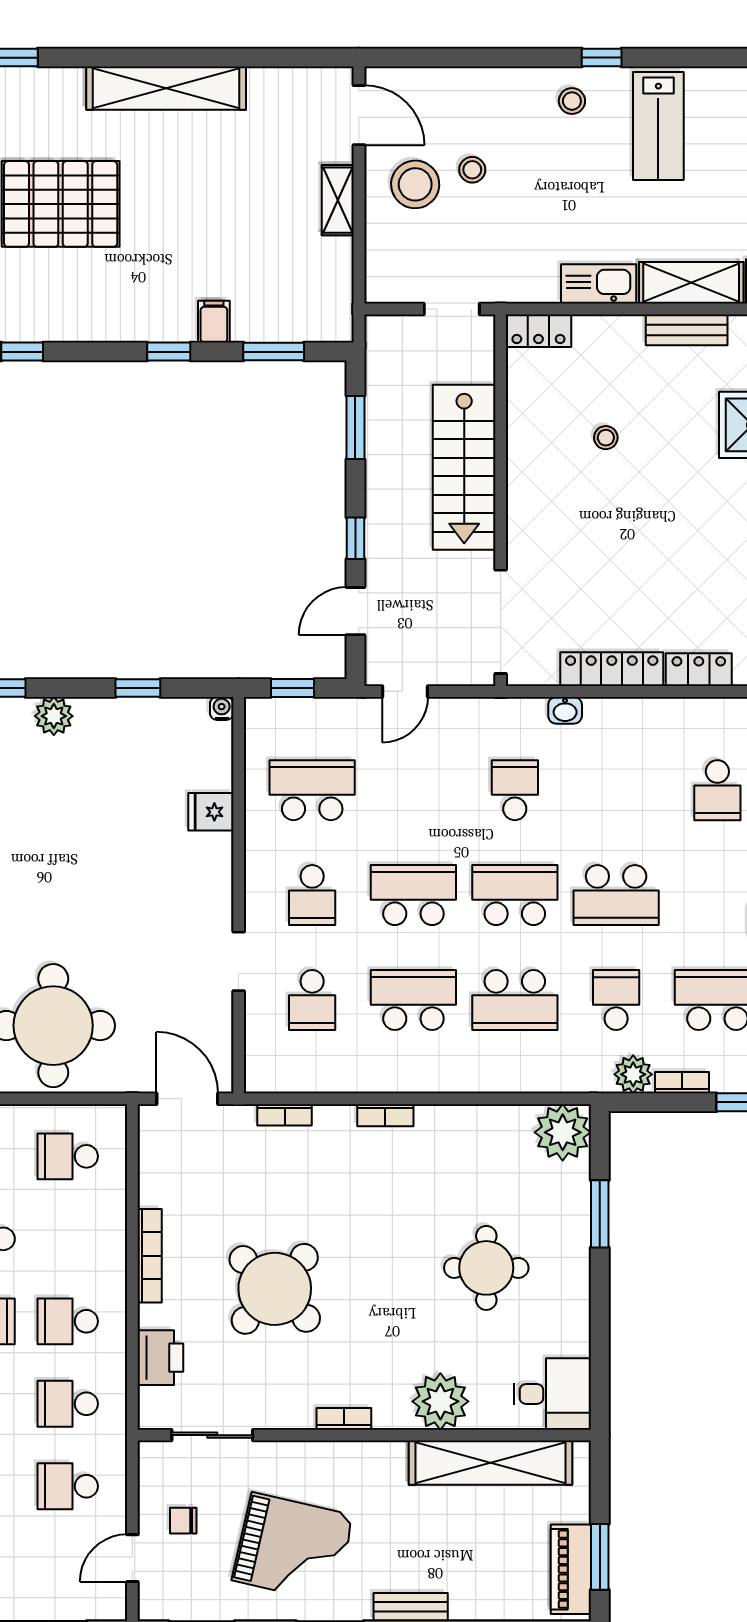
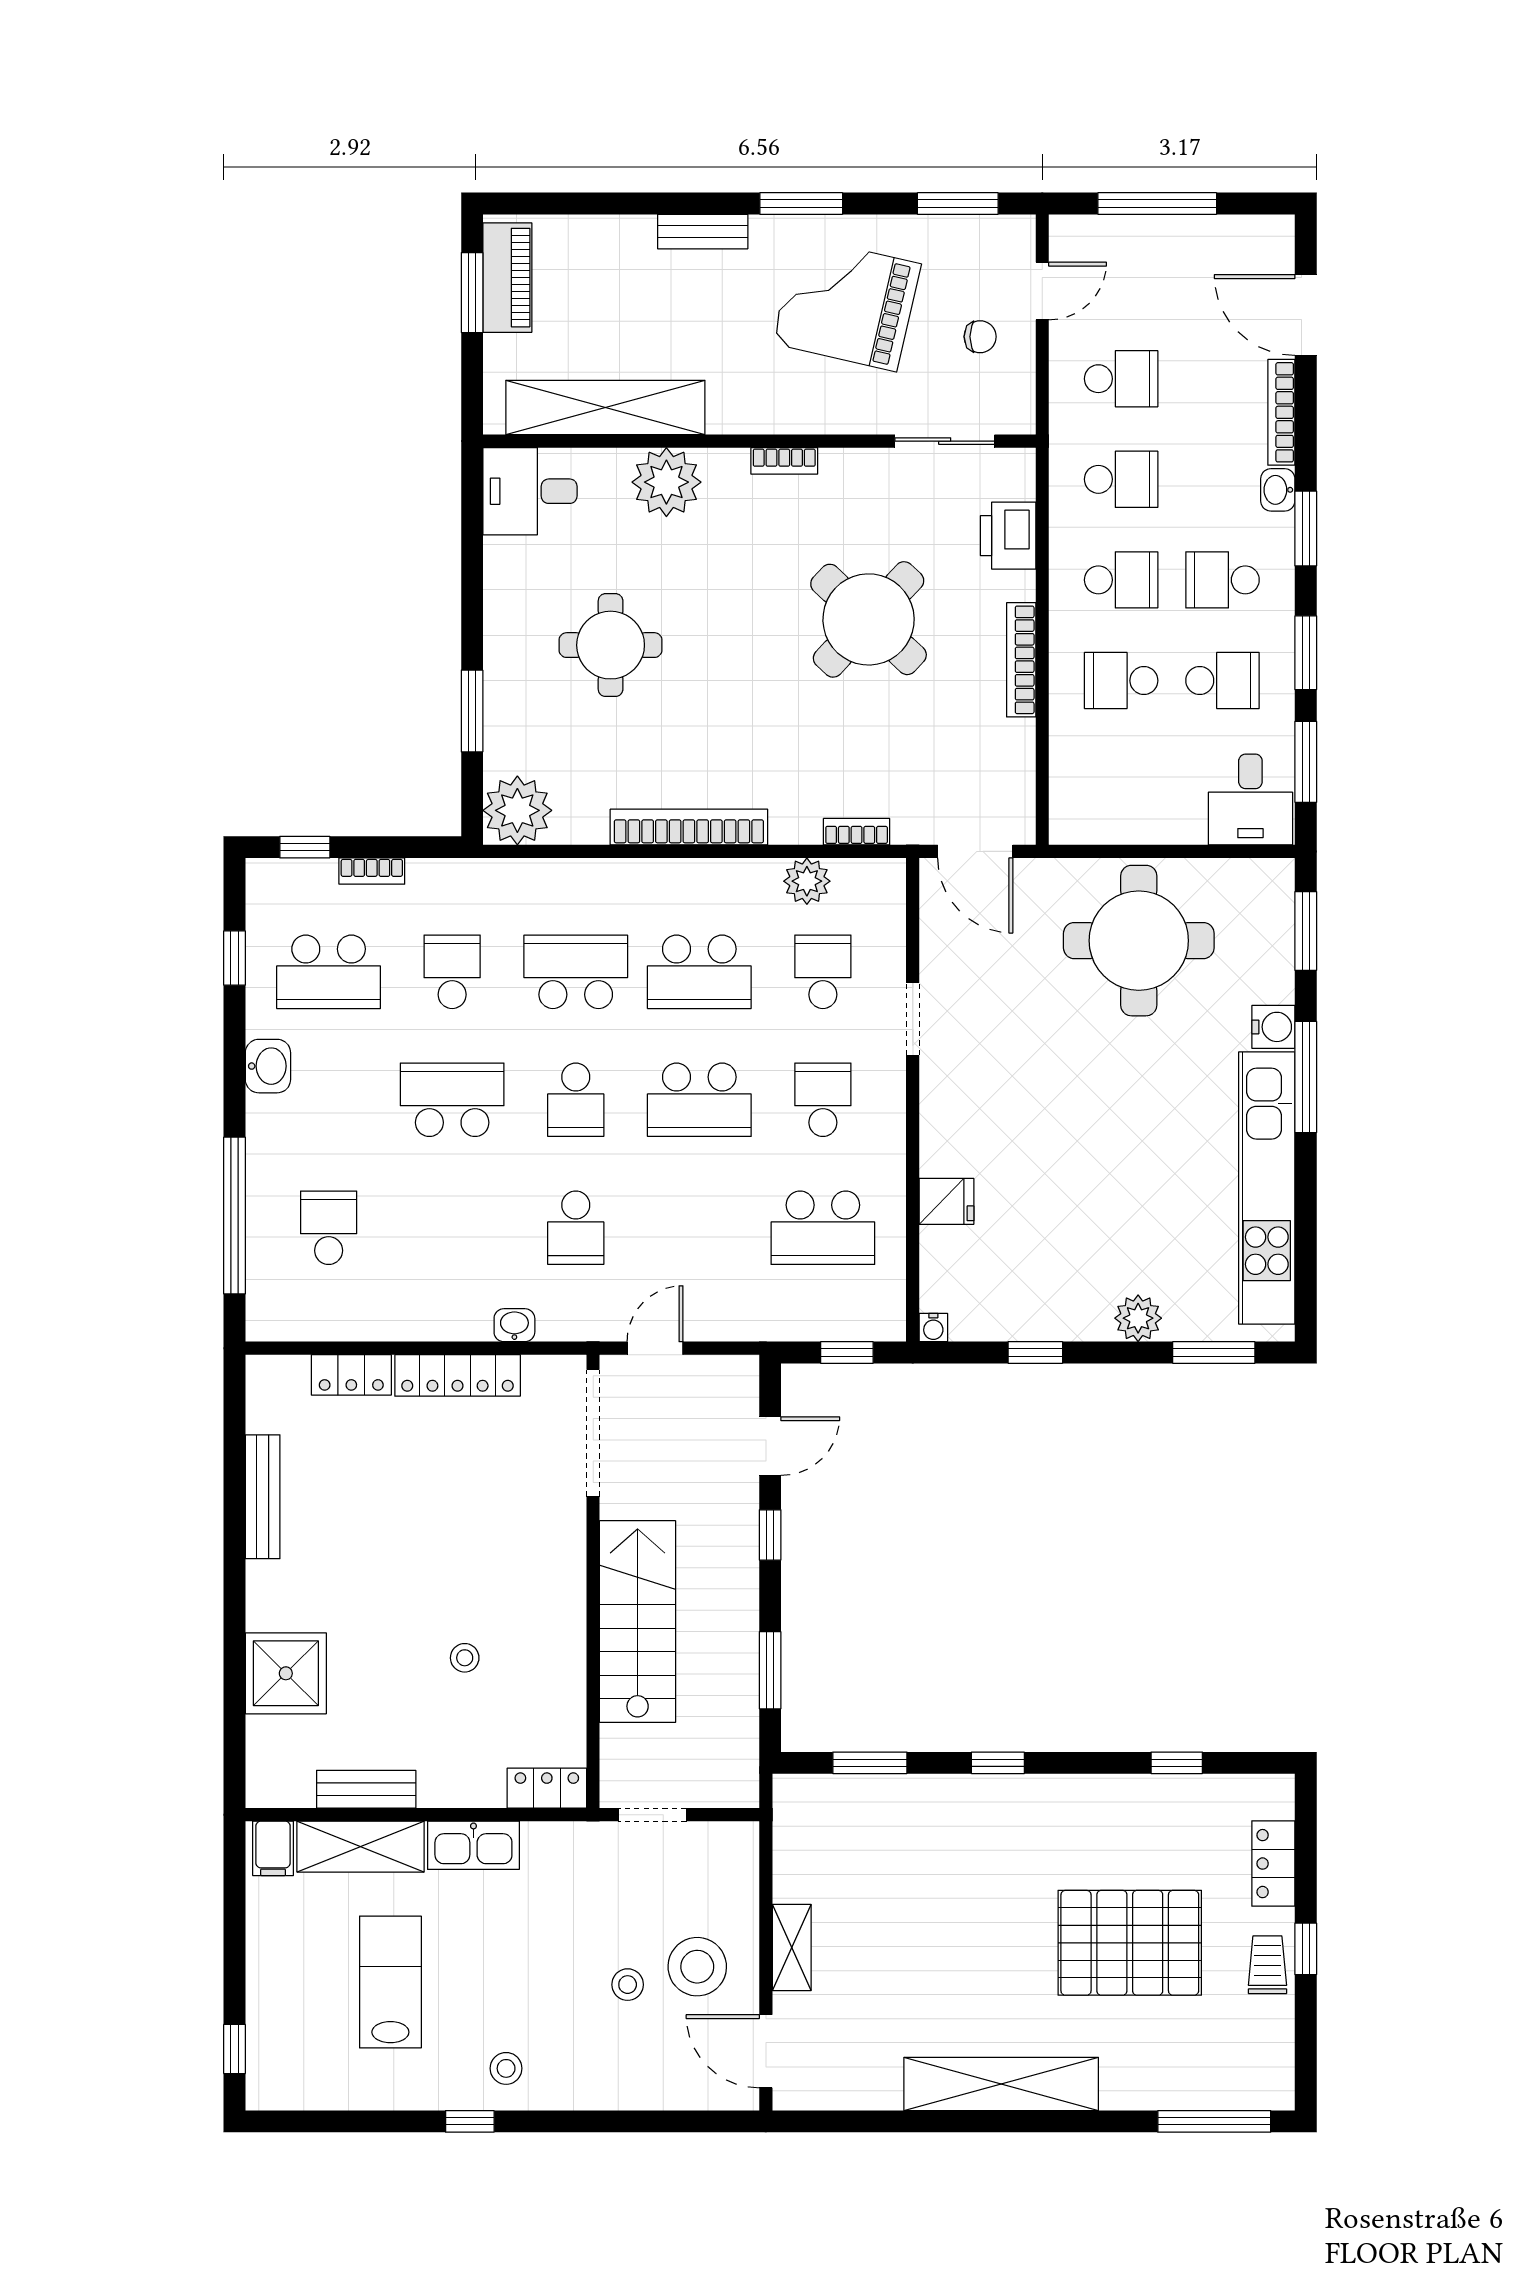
lab bench: (658, 126) -> (390, 1982), moved
filing cabinet: (214, 322) -> (943, 1799), removed
door: (405, 691) -> (655, 1348), moved
school desk: (515, 895) -> (576, 1100), width x0.54
school desk: (616, 1000) -> (452, 972), turned 180
plant: (633, 1074) -> (807, 881), moved
bookcase: (385, 1115) -> (689, 827), width x2.31, depth x1.31
school desk: (68, 1156) -> (1121, 681), moved, turned 180

